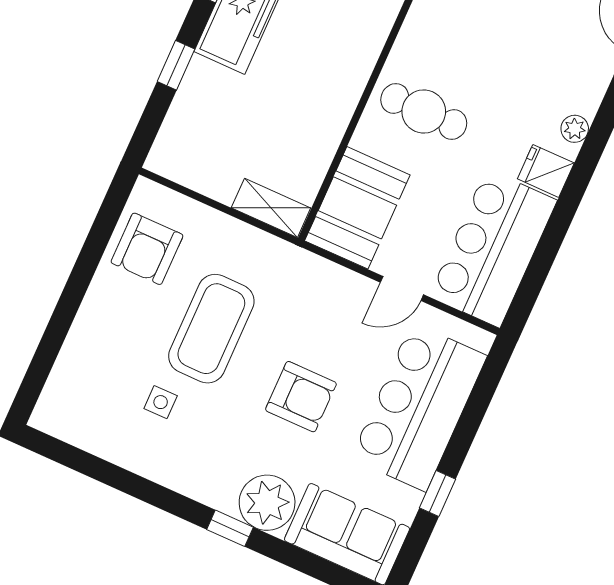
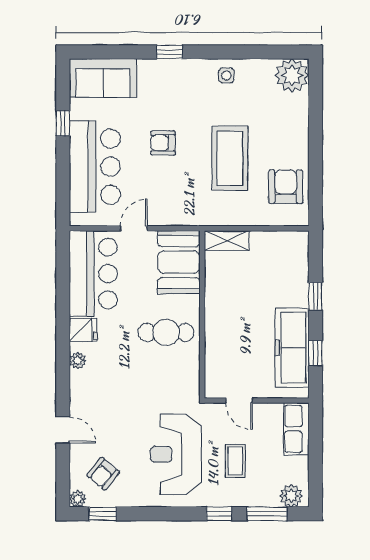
armchair: (301, 397) -> (163, 143), width x0.72, depth x0.72
side table: (161, 402) -> (226, 75), moved
plant: (267, 503) -> (292, 75), moved

